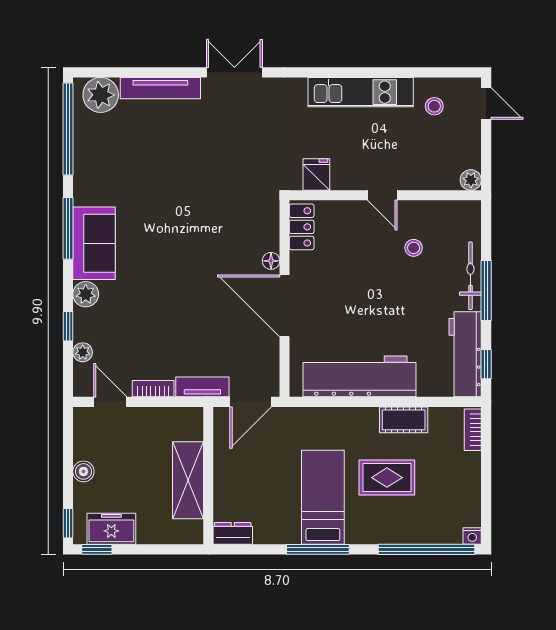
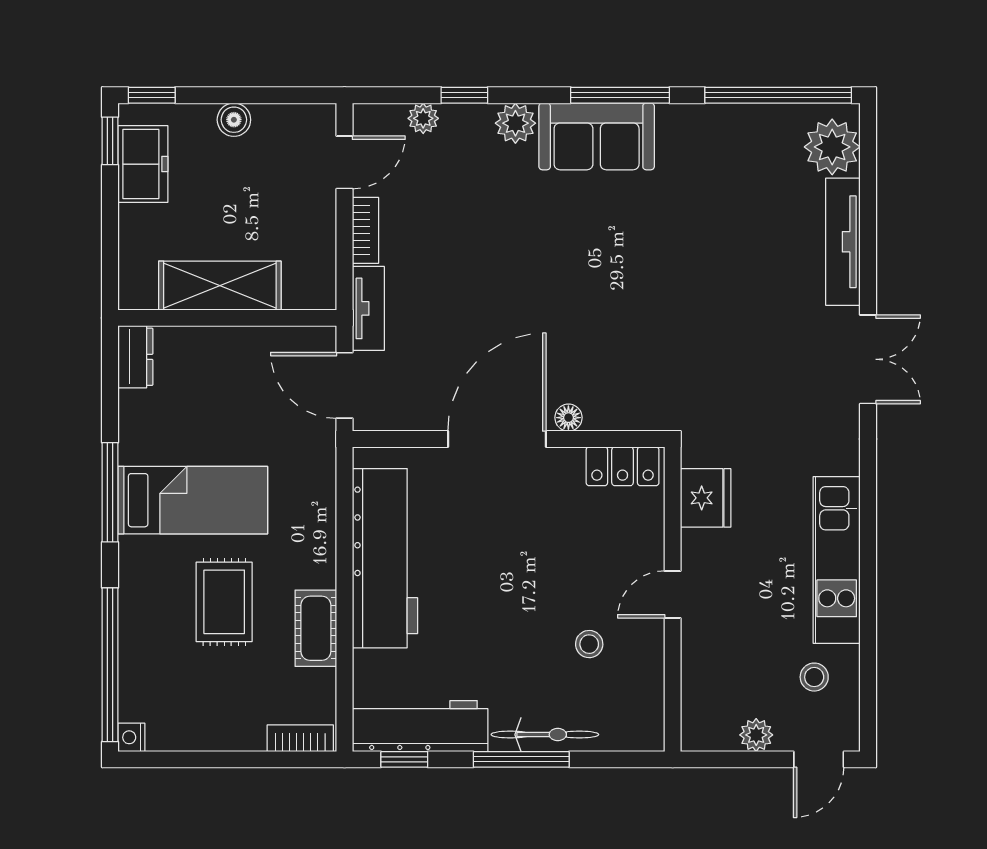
fridge: (316, 175) -> (706, 498), width x1.38
plant: (471, 180) -> (756, 735), moved

